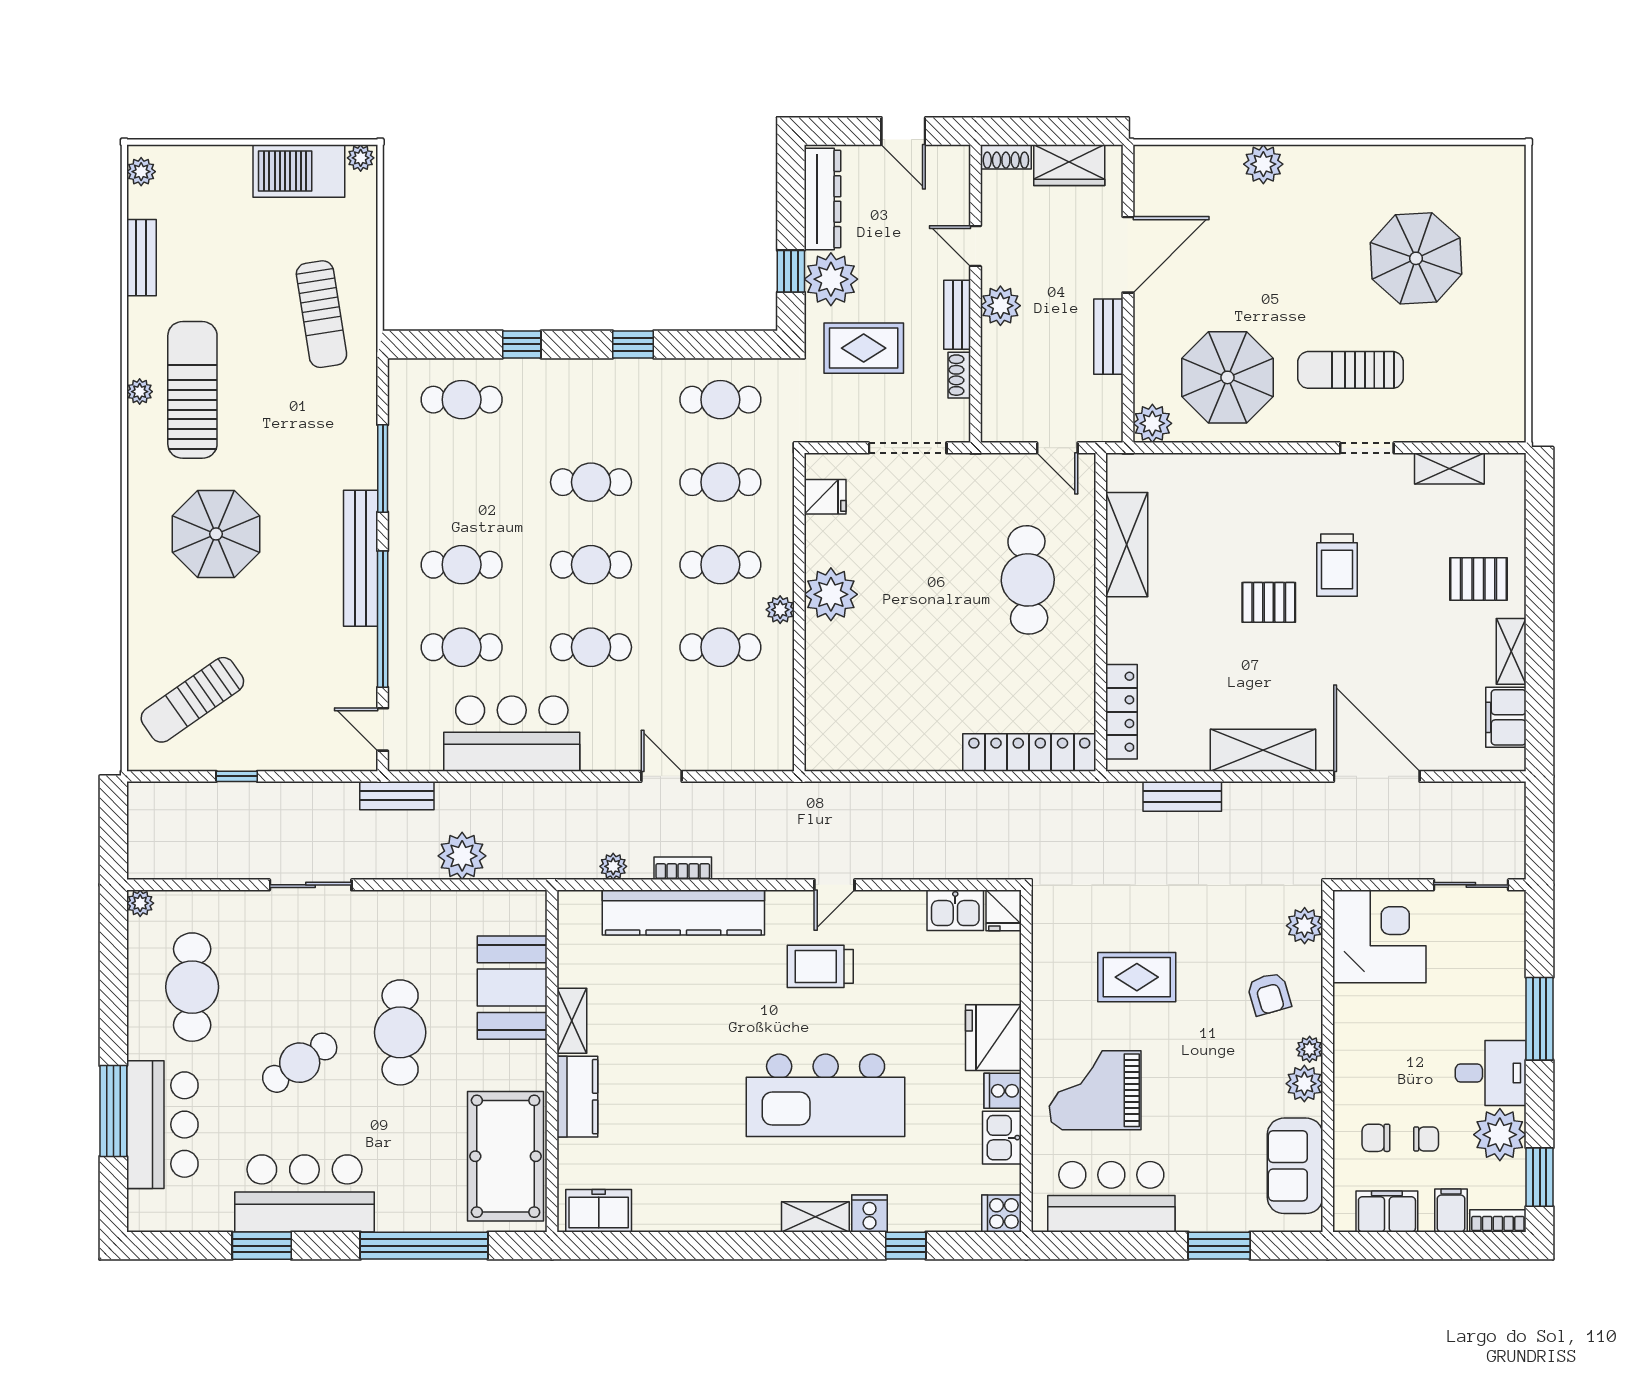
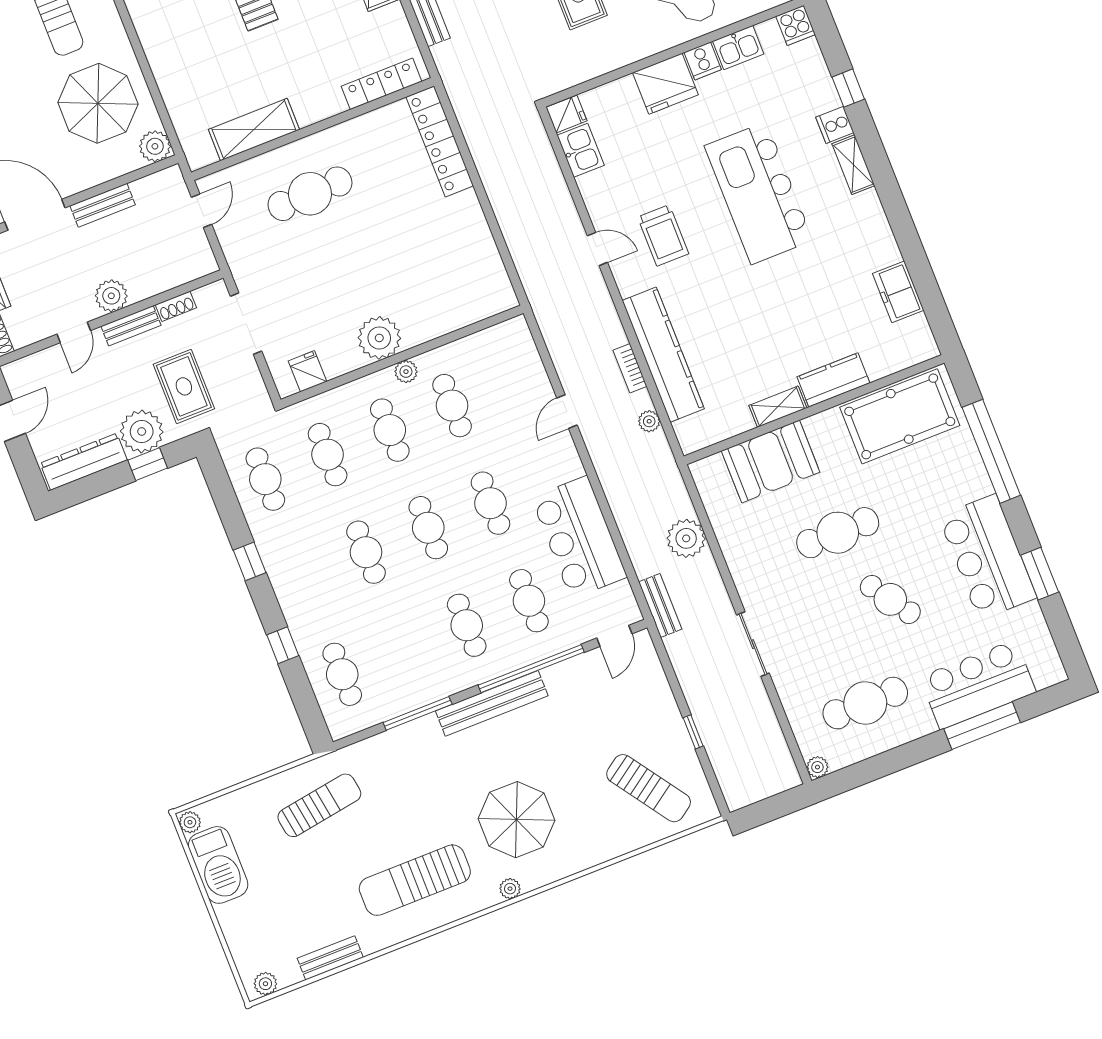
plant: (140, 392) -> (510, 889), moved
kitchen island: (826, 1095) -> (759, 193), turned 180
freezer: (599, 1211) -> (898, 292), moved

